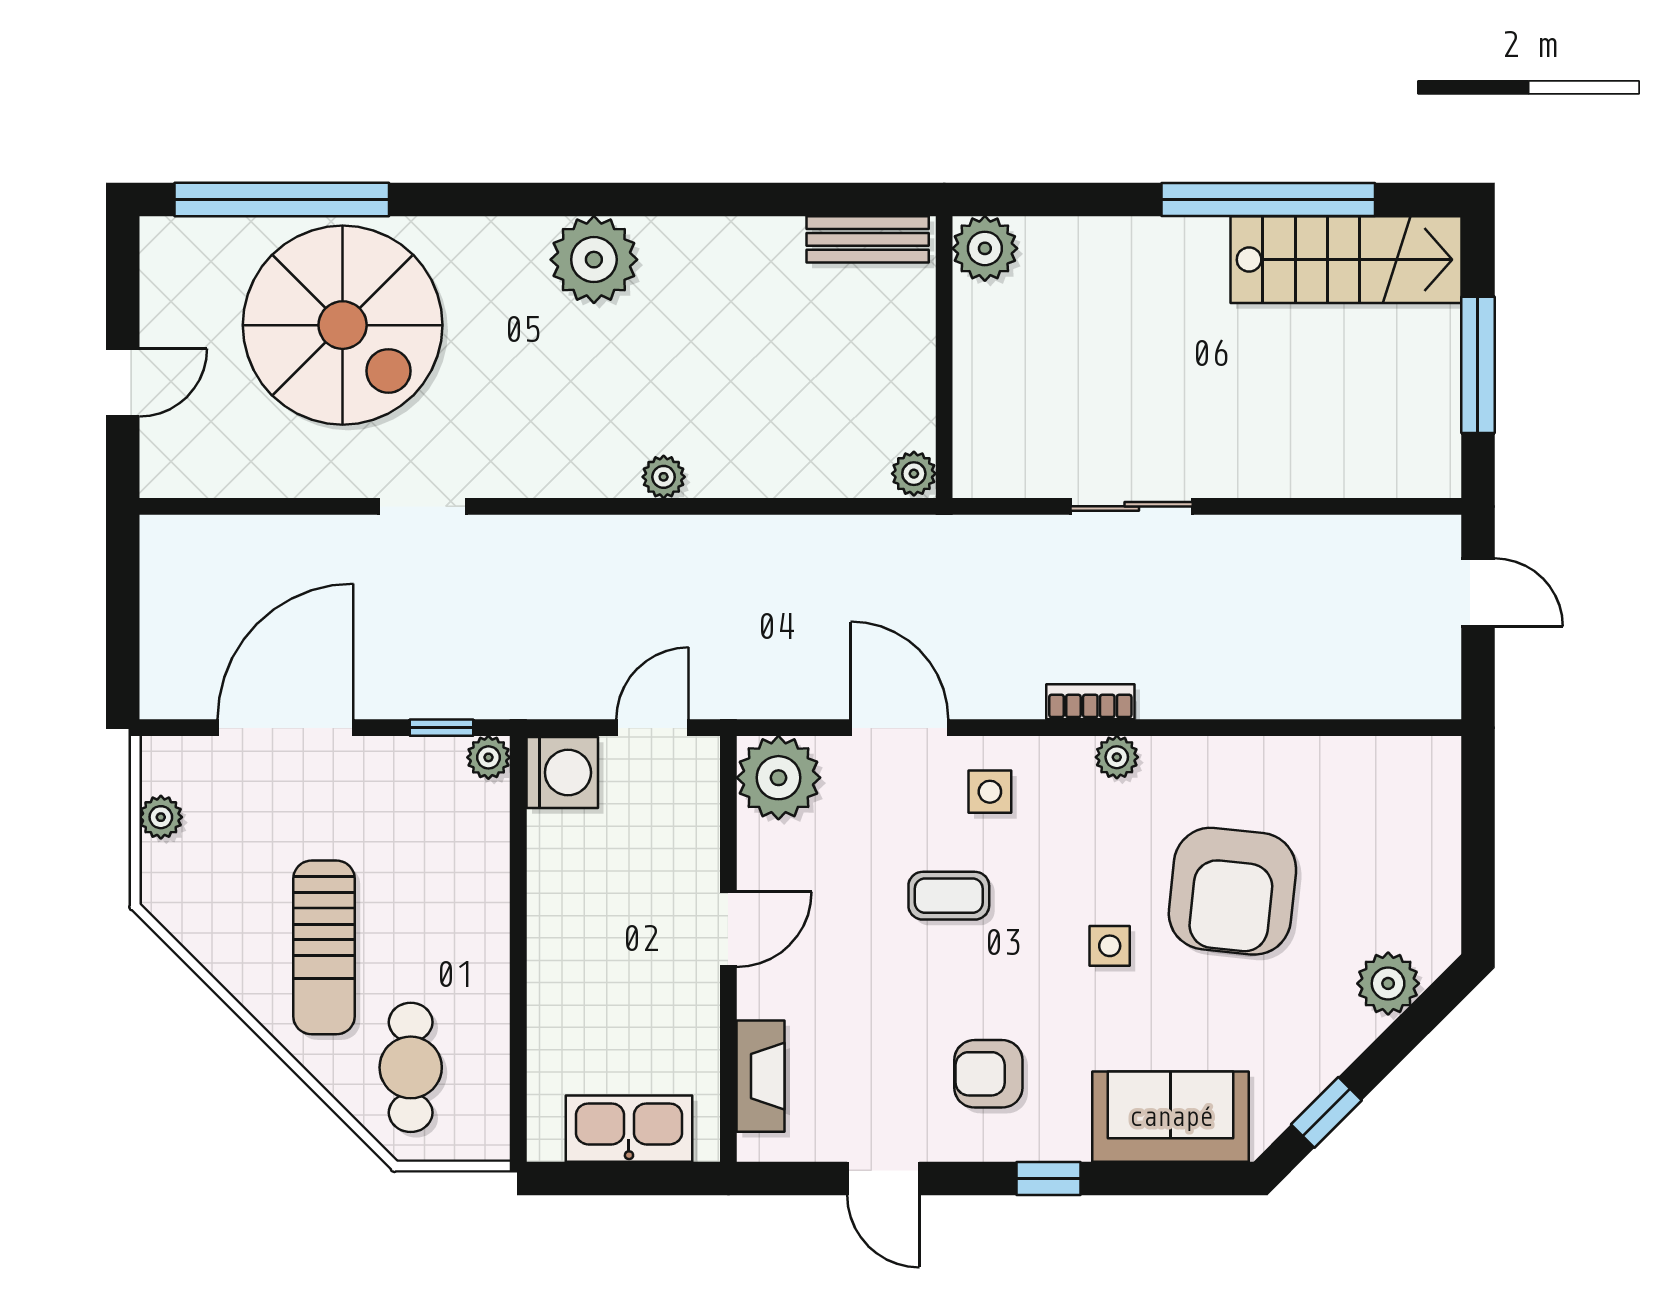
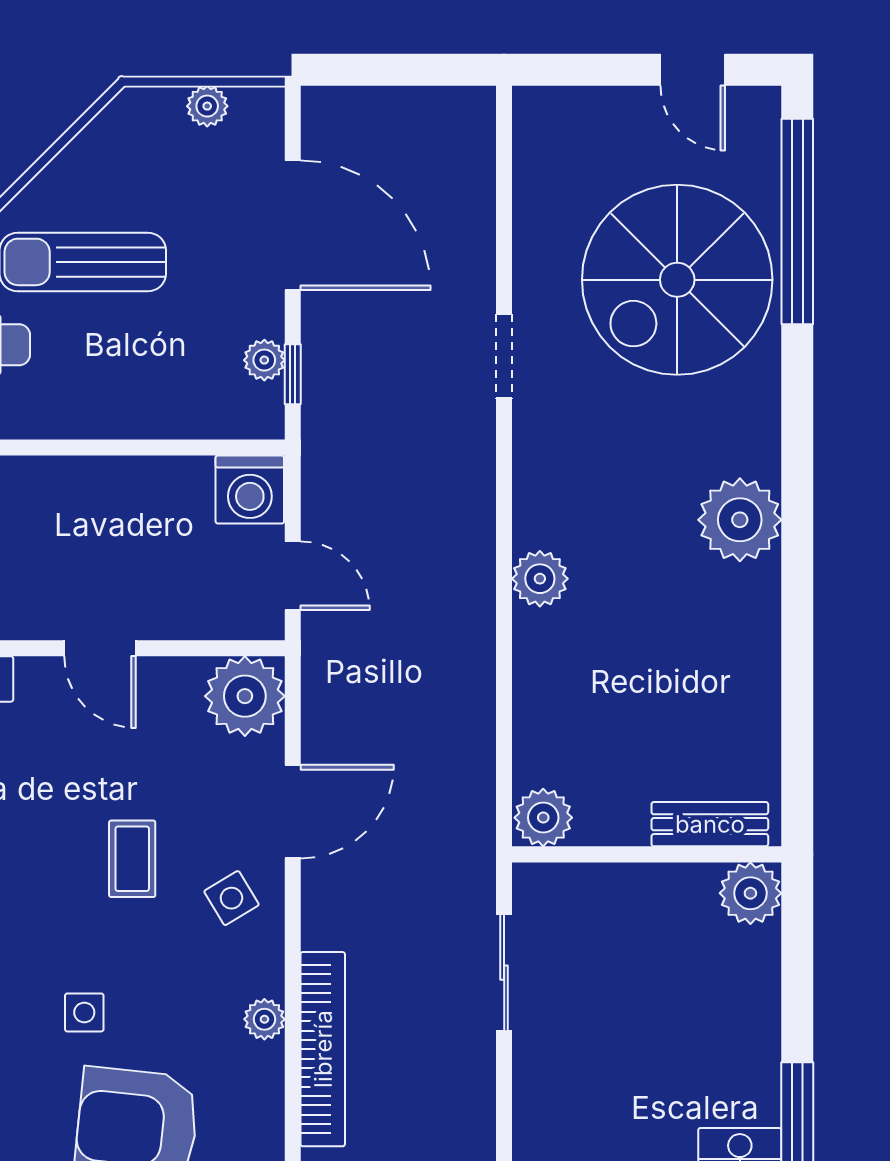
bench: (868, 239) -> (710, 824), moved, turned 90
door: (123, 382) -> (693, 70), moved
plant: (914, 474) -> (543, 818), width x1.38, depth x1.38
plant: (664, 477) -> (540, 579), width x1.38, depth x1.38
sliding door: (1132, 506) -> (504, 973), moved
bookcase: (1090, 702) -> (323, 1049), width x2.31, depth x1.31
plant: (488, 757) -> (264, 360), moved
side table: (990, 792) -> (231, 898), turned -31

